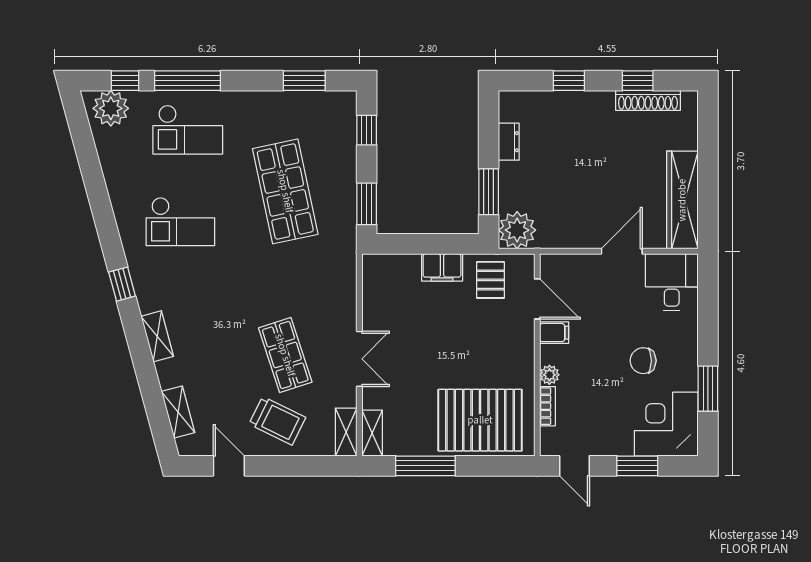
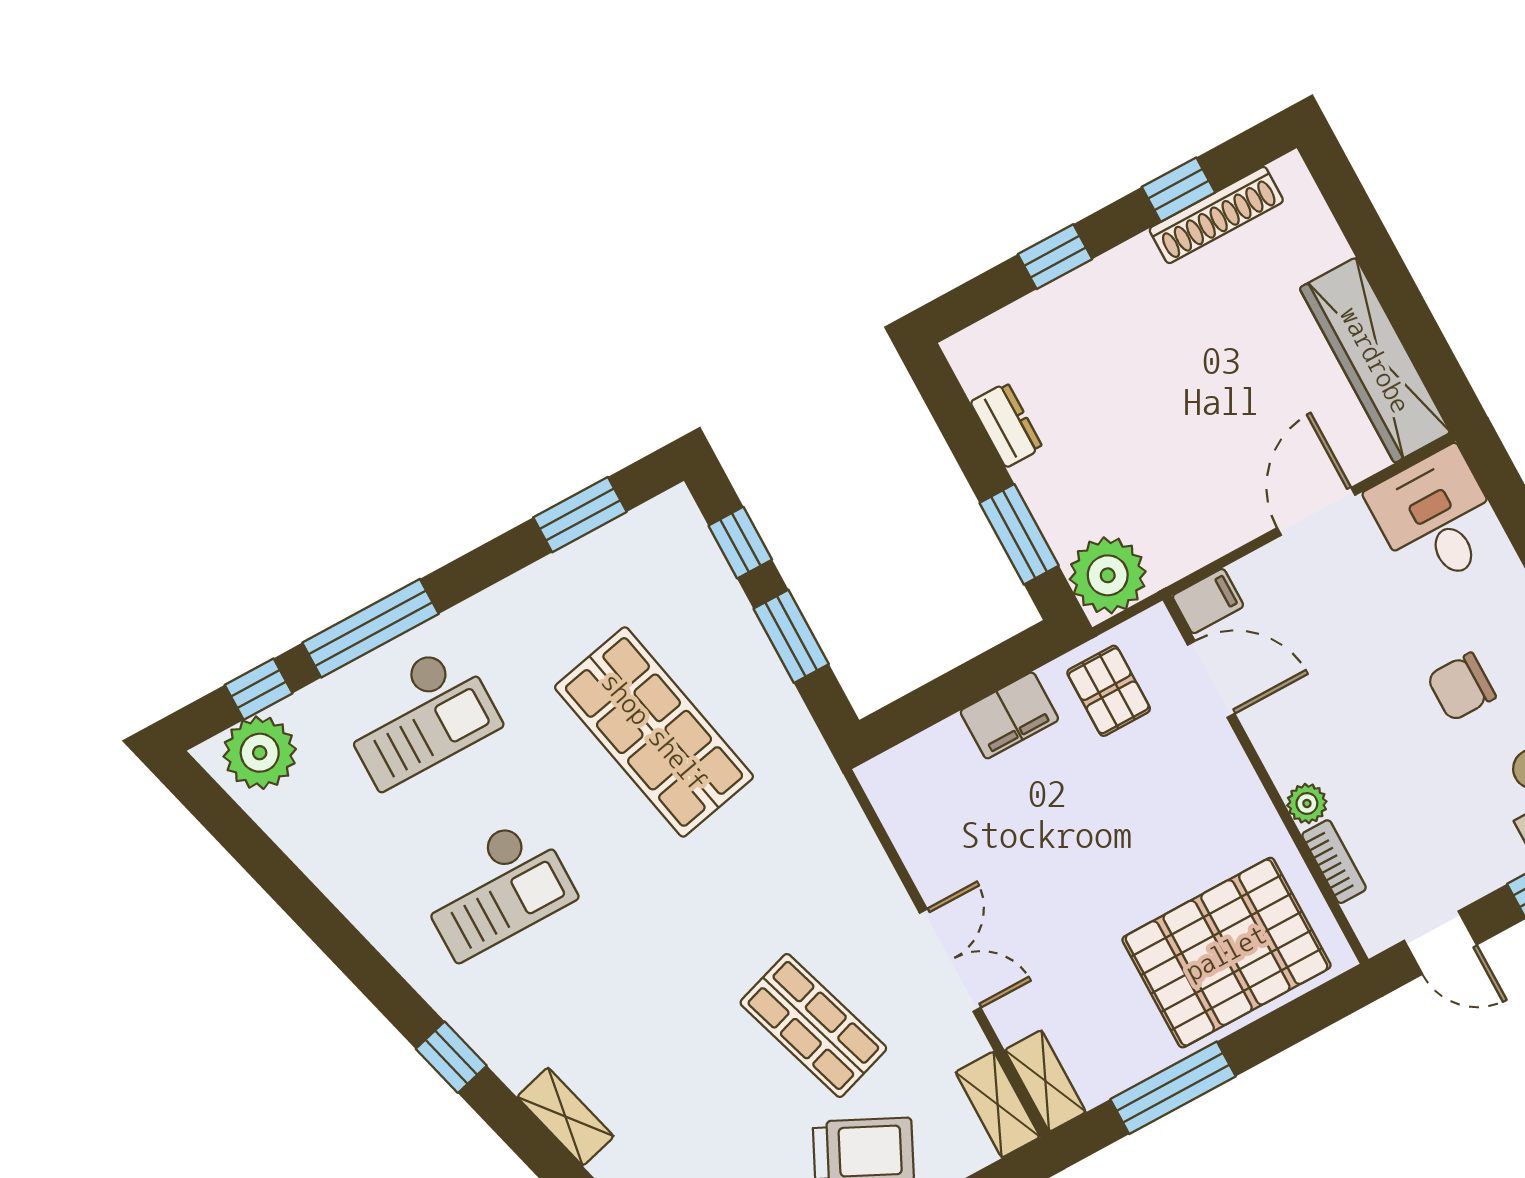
window: (367, 204) -> (791, 636), moved
filing cabinet: (554, 333) -> (1208, 601), moved

